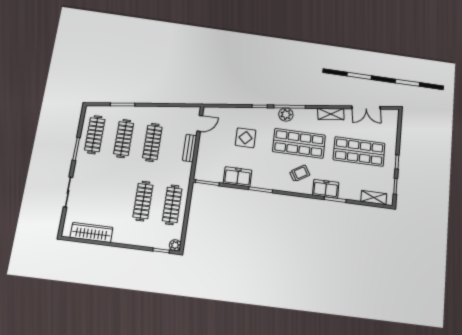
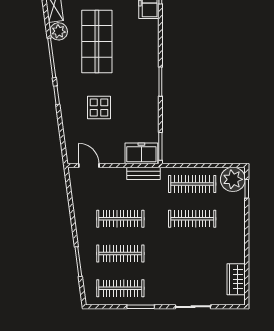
plant: (286, 115) -> (59, 31), moved
bench: (190, 148) -> (143, 173), moved
trolley: (300, 173) -> (134, 37), removed
freezer: (238, 177) -> (141, 153), moved, turned 90
wardrobe: (92, 232) -> (236, 279), width x0.67
plant: (175, 245) -> (233, 179), width x1.88, depth x1.88

